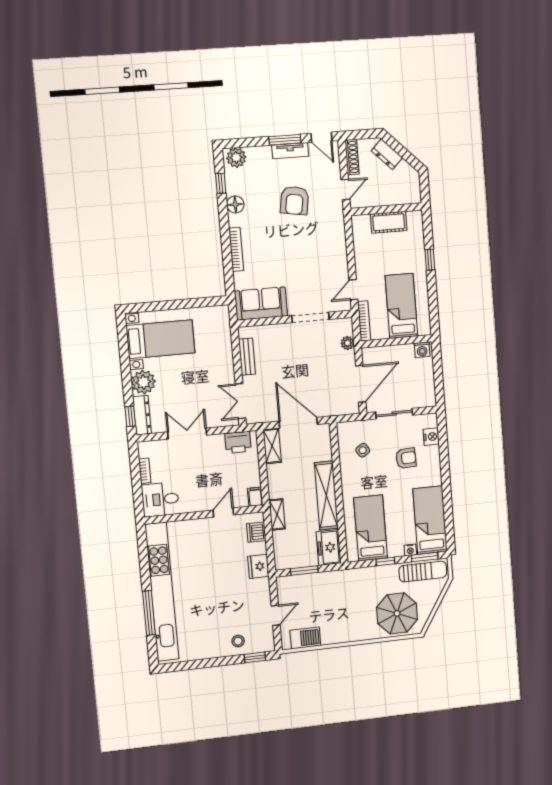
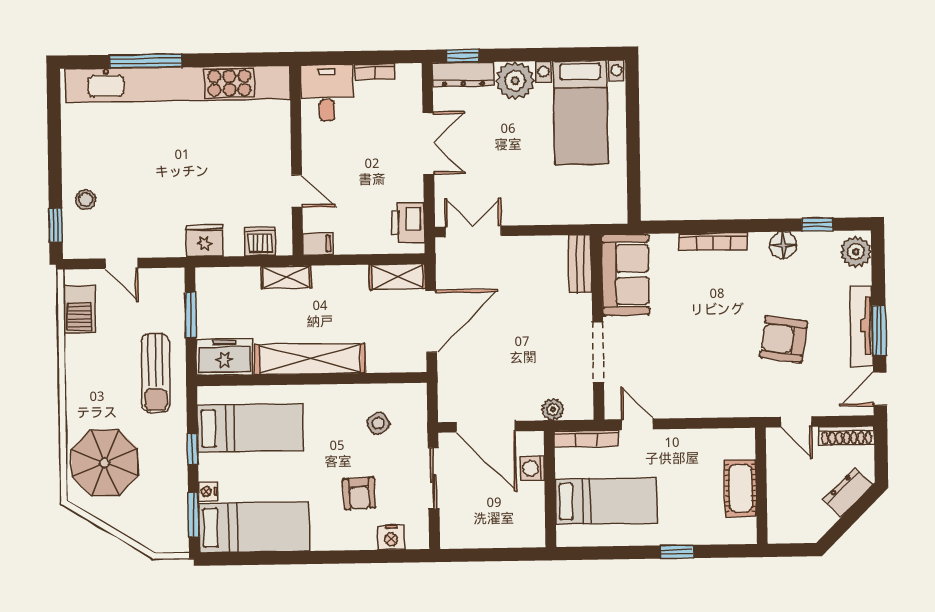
tv unit: (290, 151) -> (862, 326), width x1.41
washing machine: (422, 350) -> (532, 468), moved
bench: (247, 357) -> (580, 264), moved, turned 90
sun lounger: (423, 572) -> (156, 373), moved

